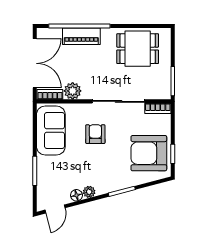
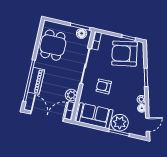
floor lamp: (164, 86) -> (82, 33), added
armchair: (149, 153) -> (125, 54), turned 80
plant: (49, 169) -> (120, 123), added
door: (55, 209) -> (148, 125), hinge flipped

